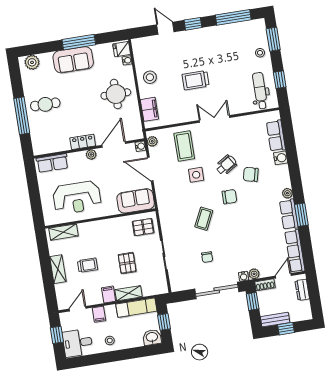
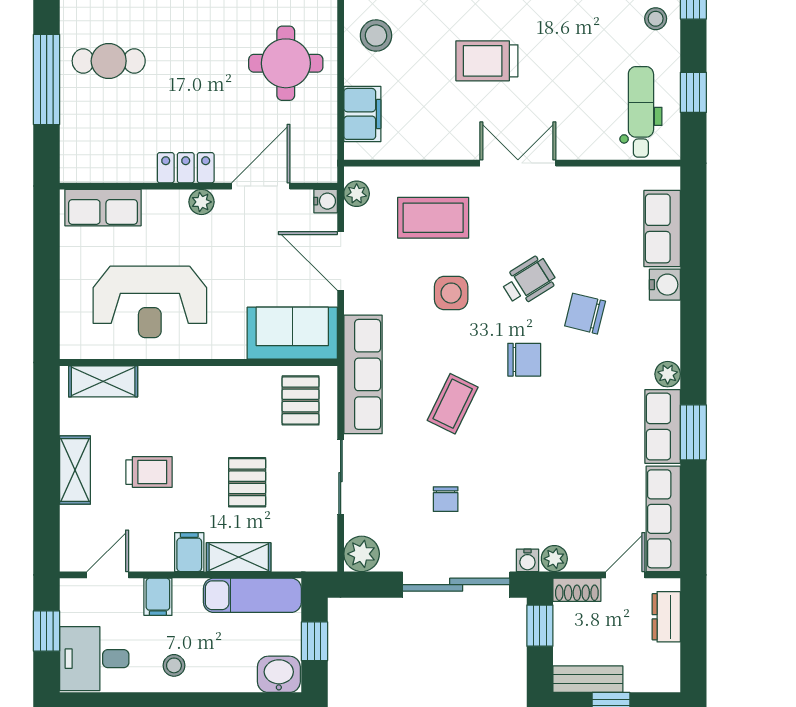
coffee table: (184, 146) -> (433, 218), turned 90
row of seats: (166, 213) -> (363, 374), added
pallet: (143, 227) -> (301, 400), turned 90
plant: (177, 284) -> (362, 554), added

